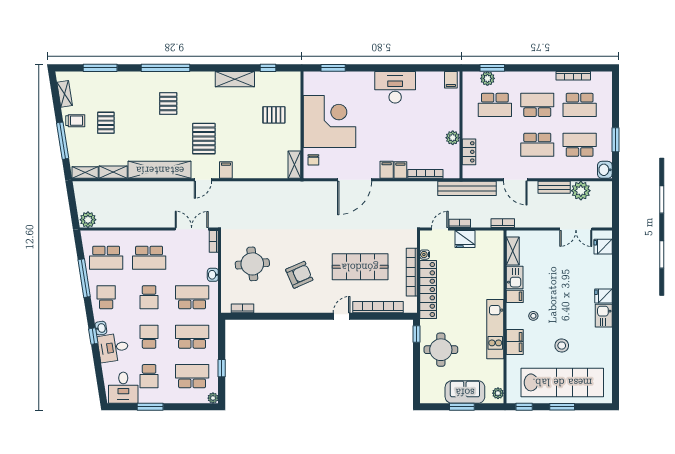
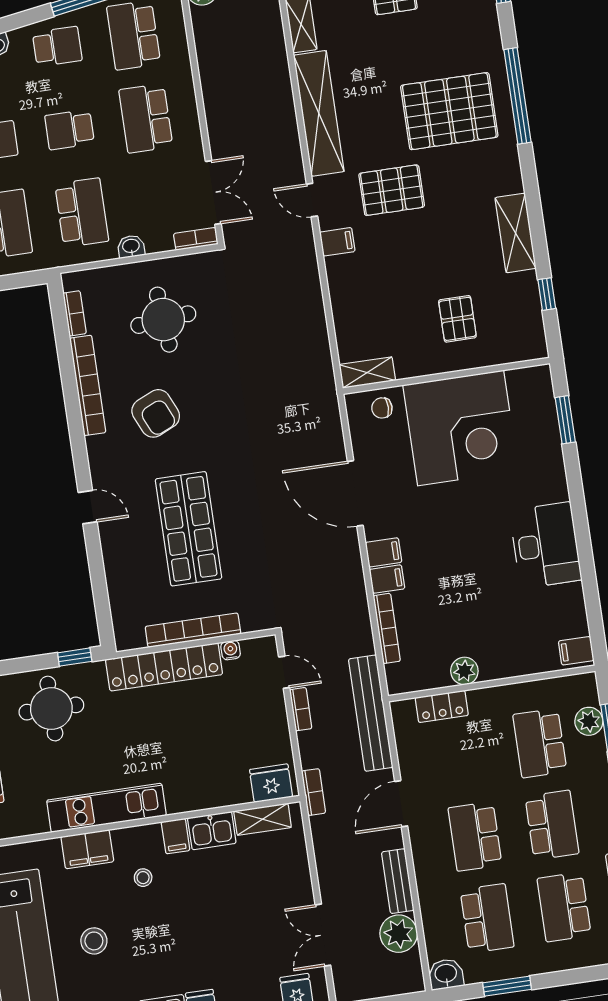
pallet: (168, 104) -> (449, 111), width x2.05, depth x2.00
fridge: (465, 239) -> (271, 783), moved, turned 90
bookcase: (378, 307) -> (88, 385), moved

